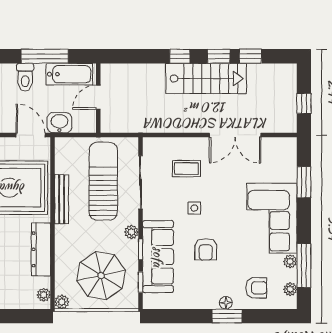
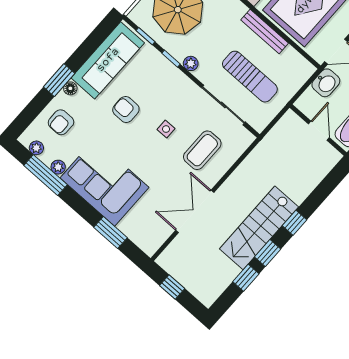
coffee table: (186, 169) -> (202, 150), width x1.36, depth x1.30
sun lounger: (103, 181) -> (250, 77), width x0.73, depth x0.75
sofa: (158, 257) -> (108, 60), moved, turned -90

